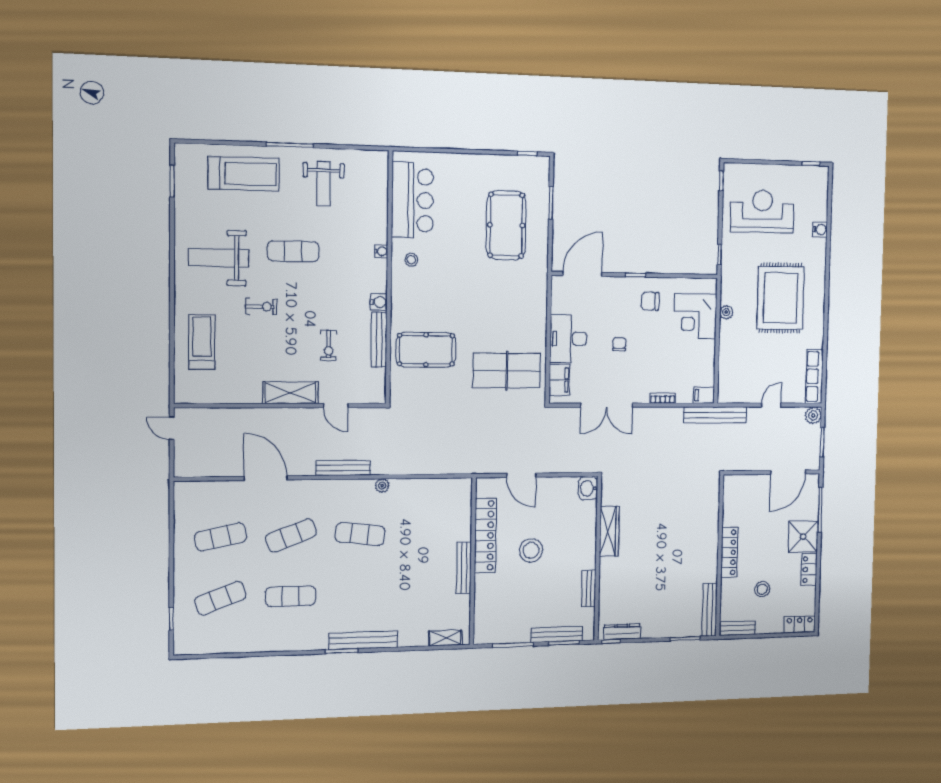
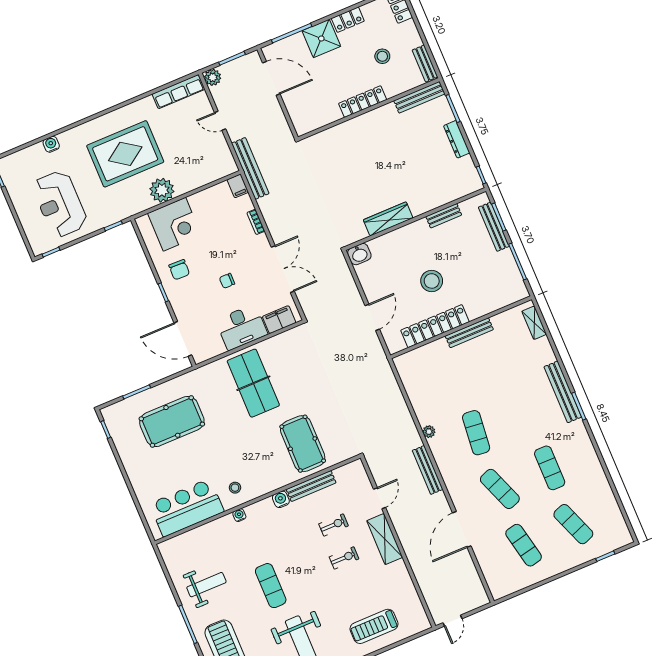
exercise bike: (261, 307) -> (344, 558), moved, turned 90
plant: (726, 312) -> (162, 190), width x1.87, depth x1.87
table tennis table: (507, 371) -> (253, 383), moved
dresser: (622, 632) -> (457, 139), moved

